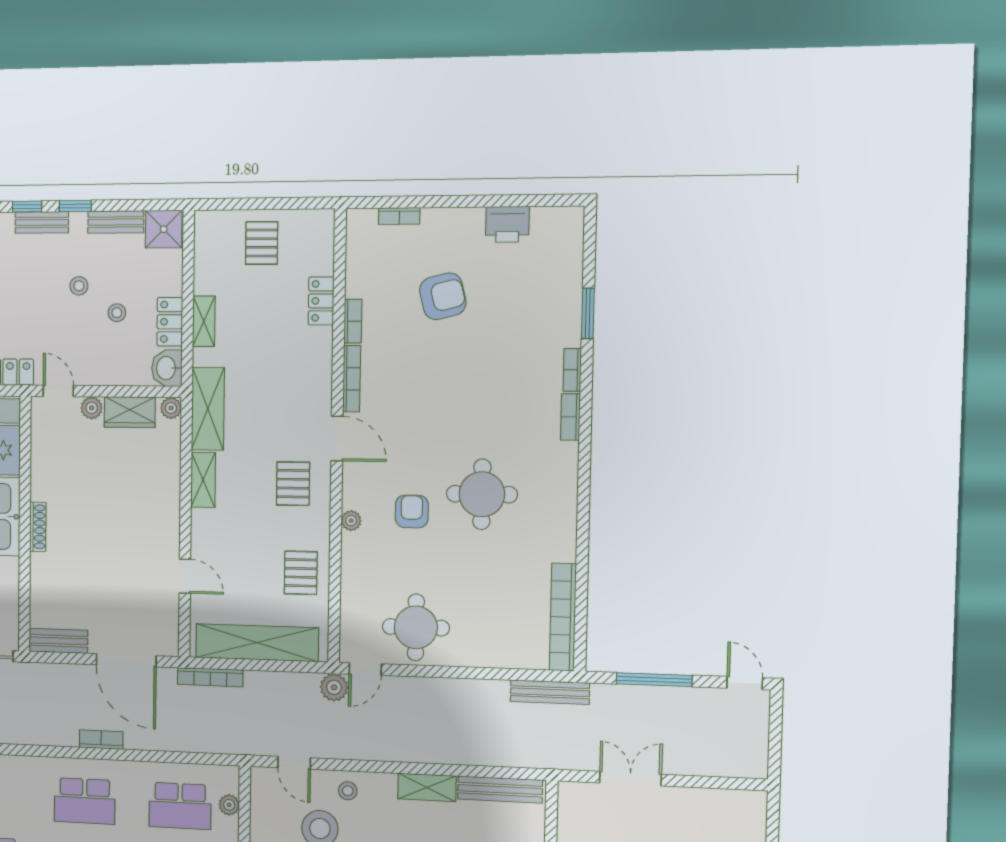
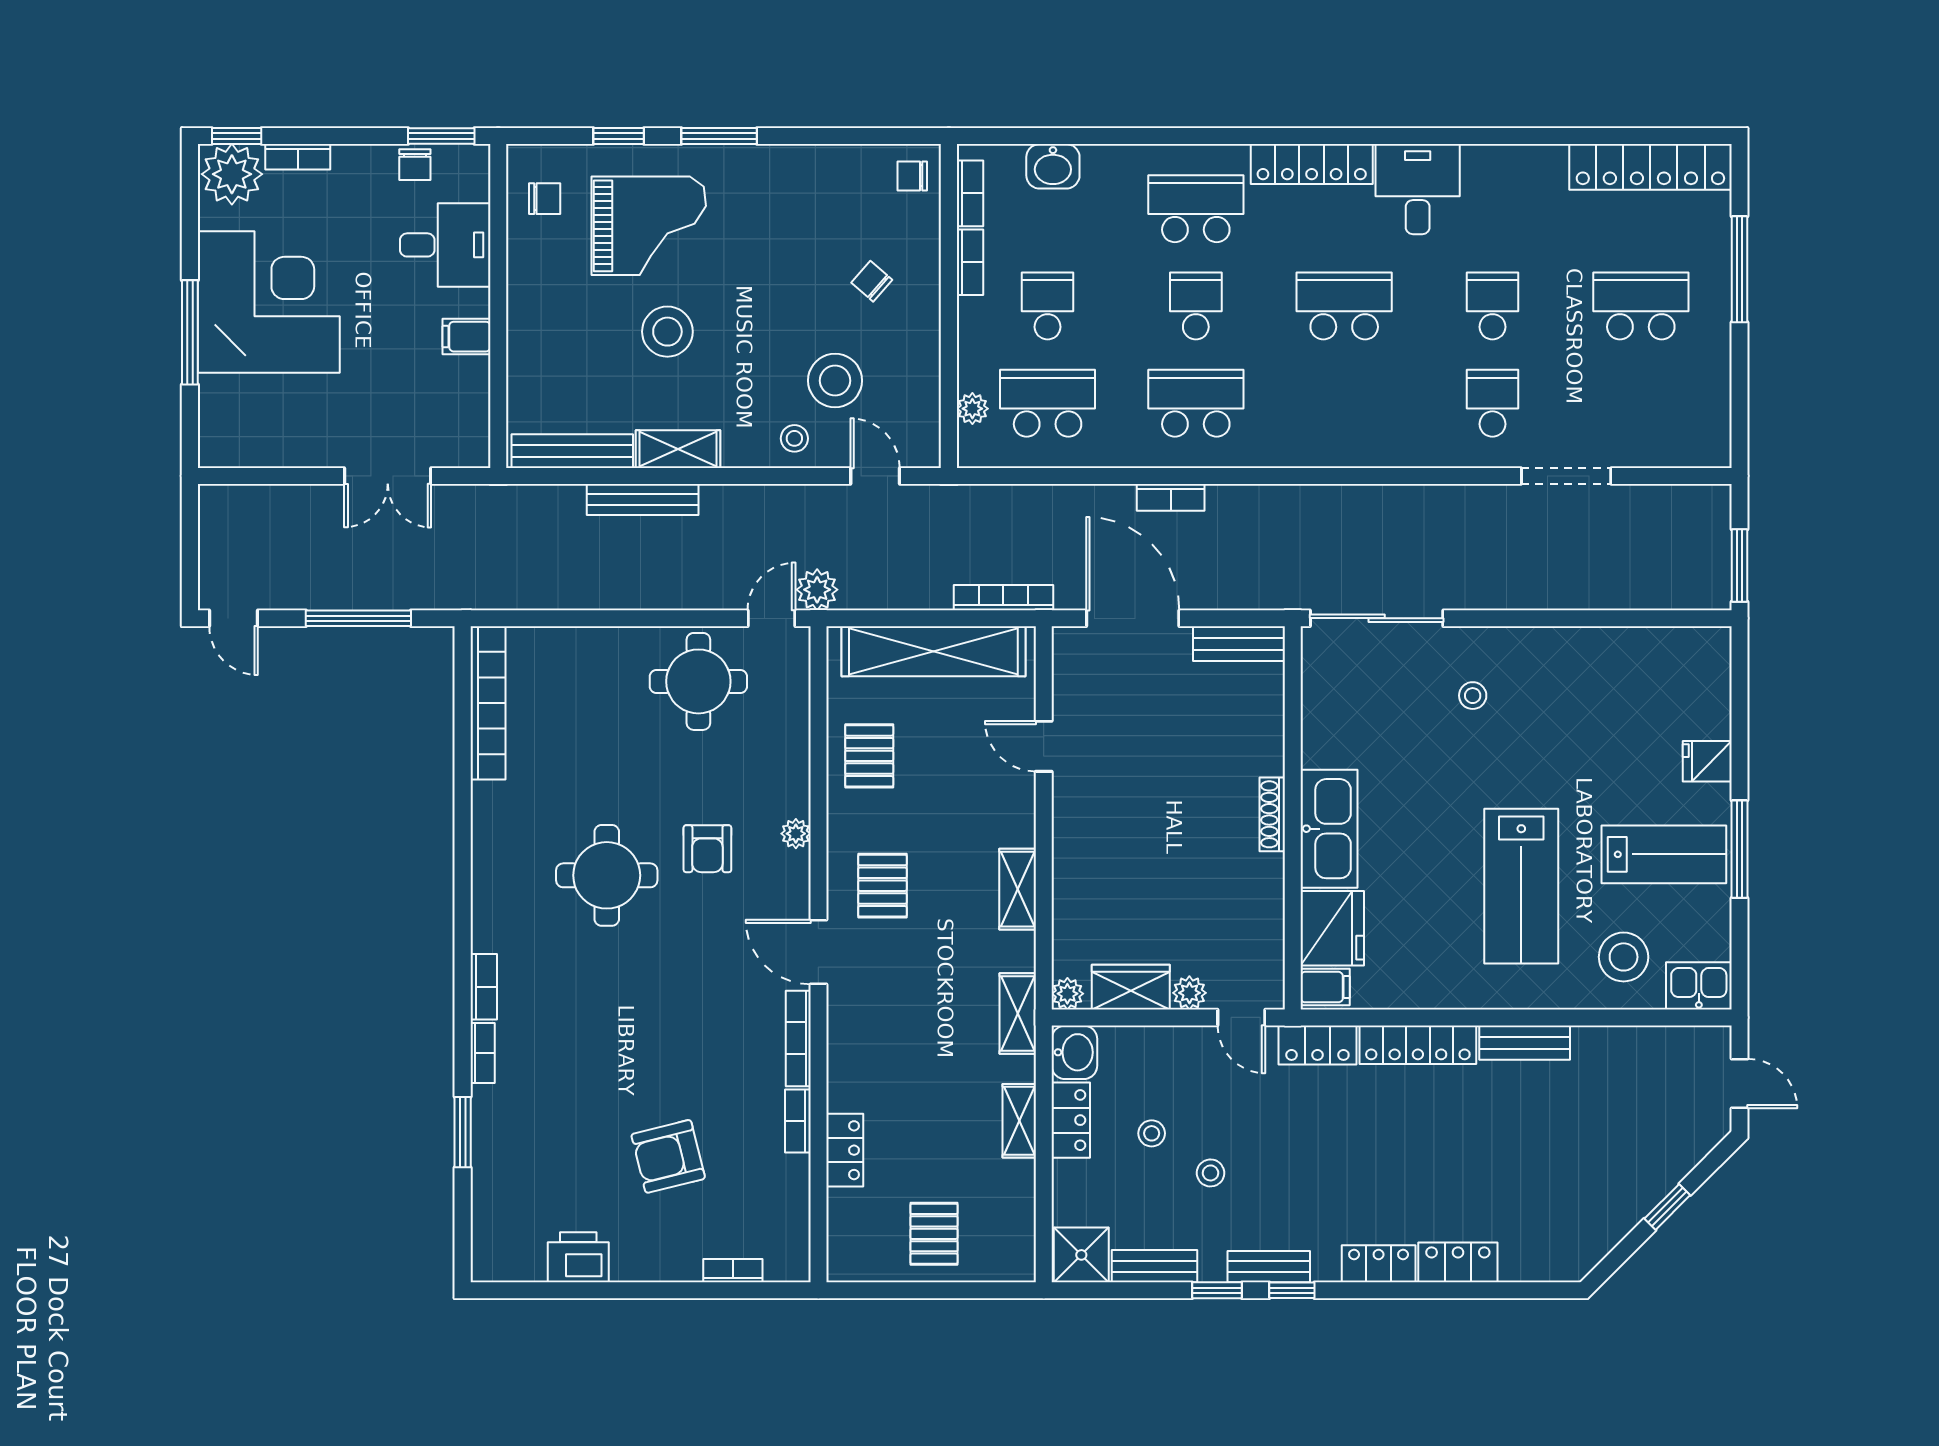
shelving: (208, 409) -> (1018, 1013), width x0.67, depth x0.75
bench: (550, 692) -> (643, 499), moved

